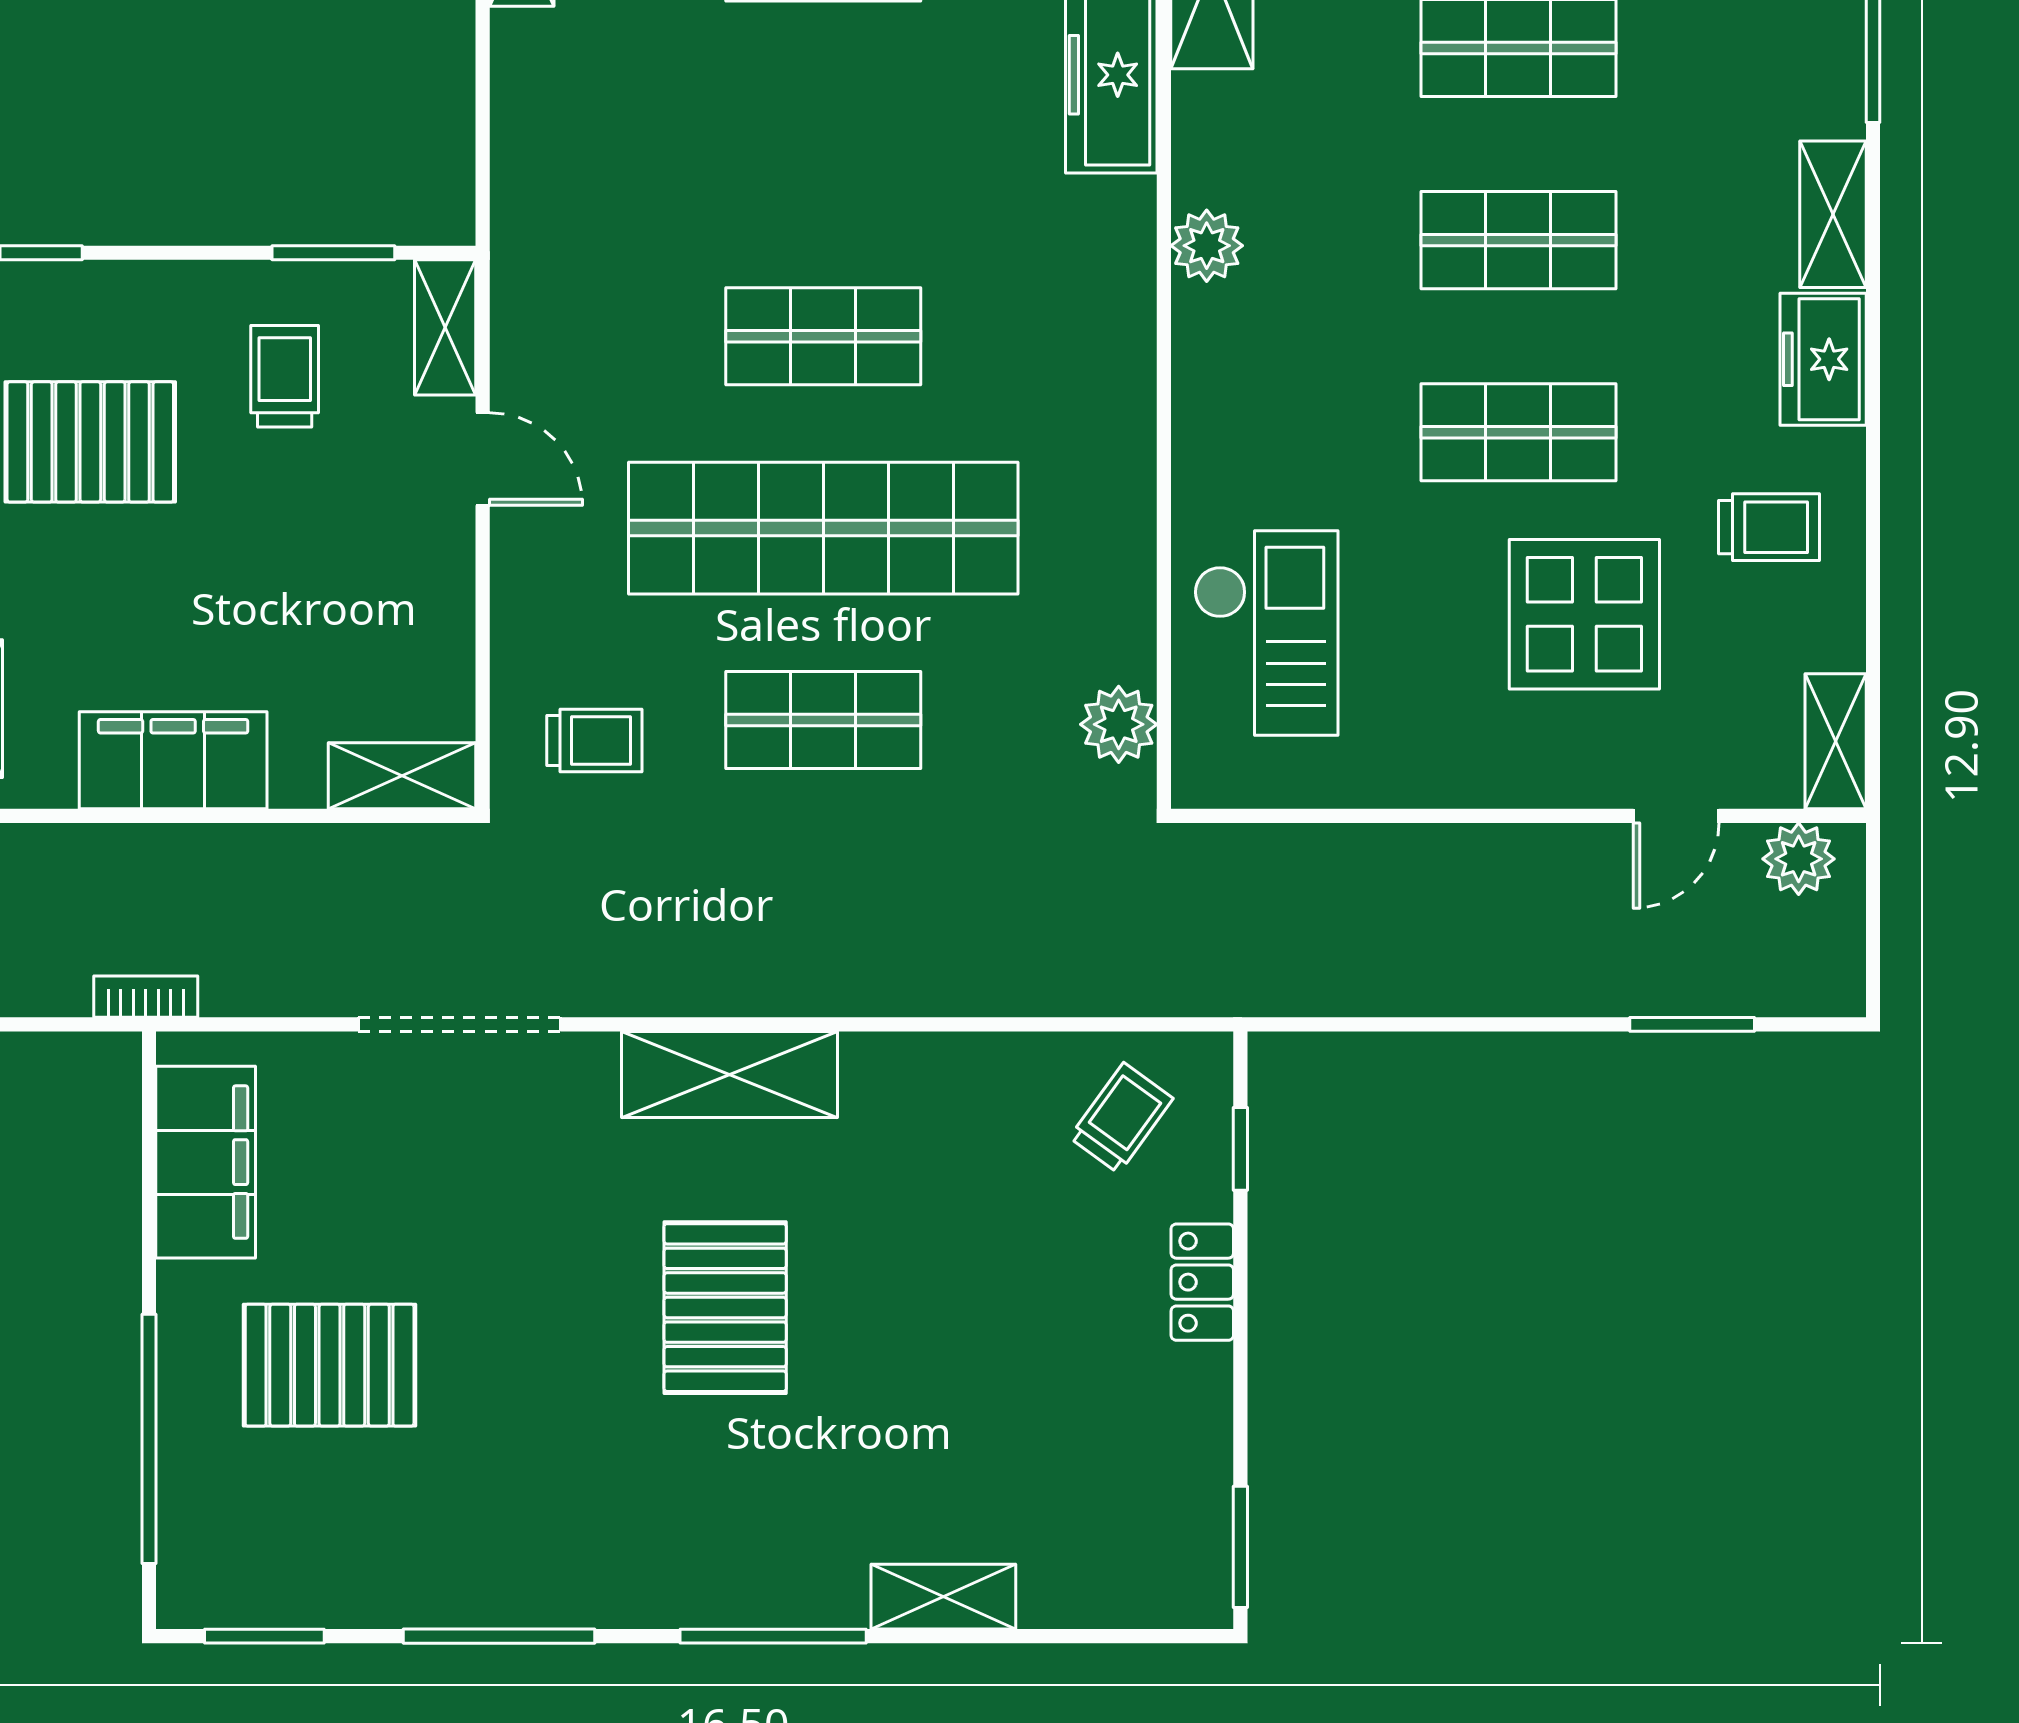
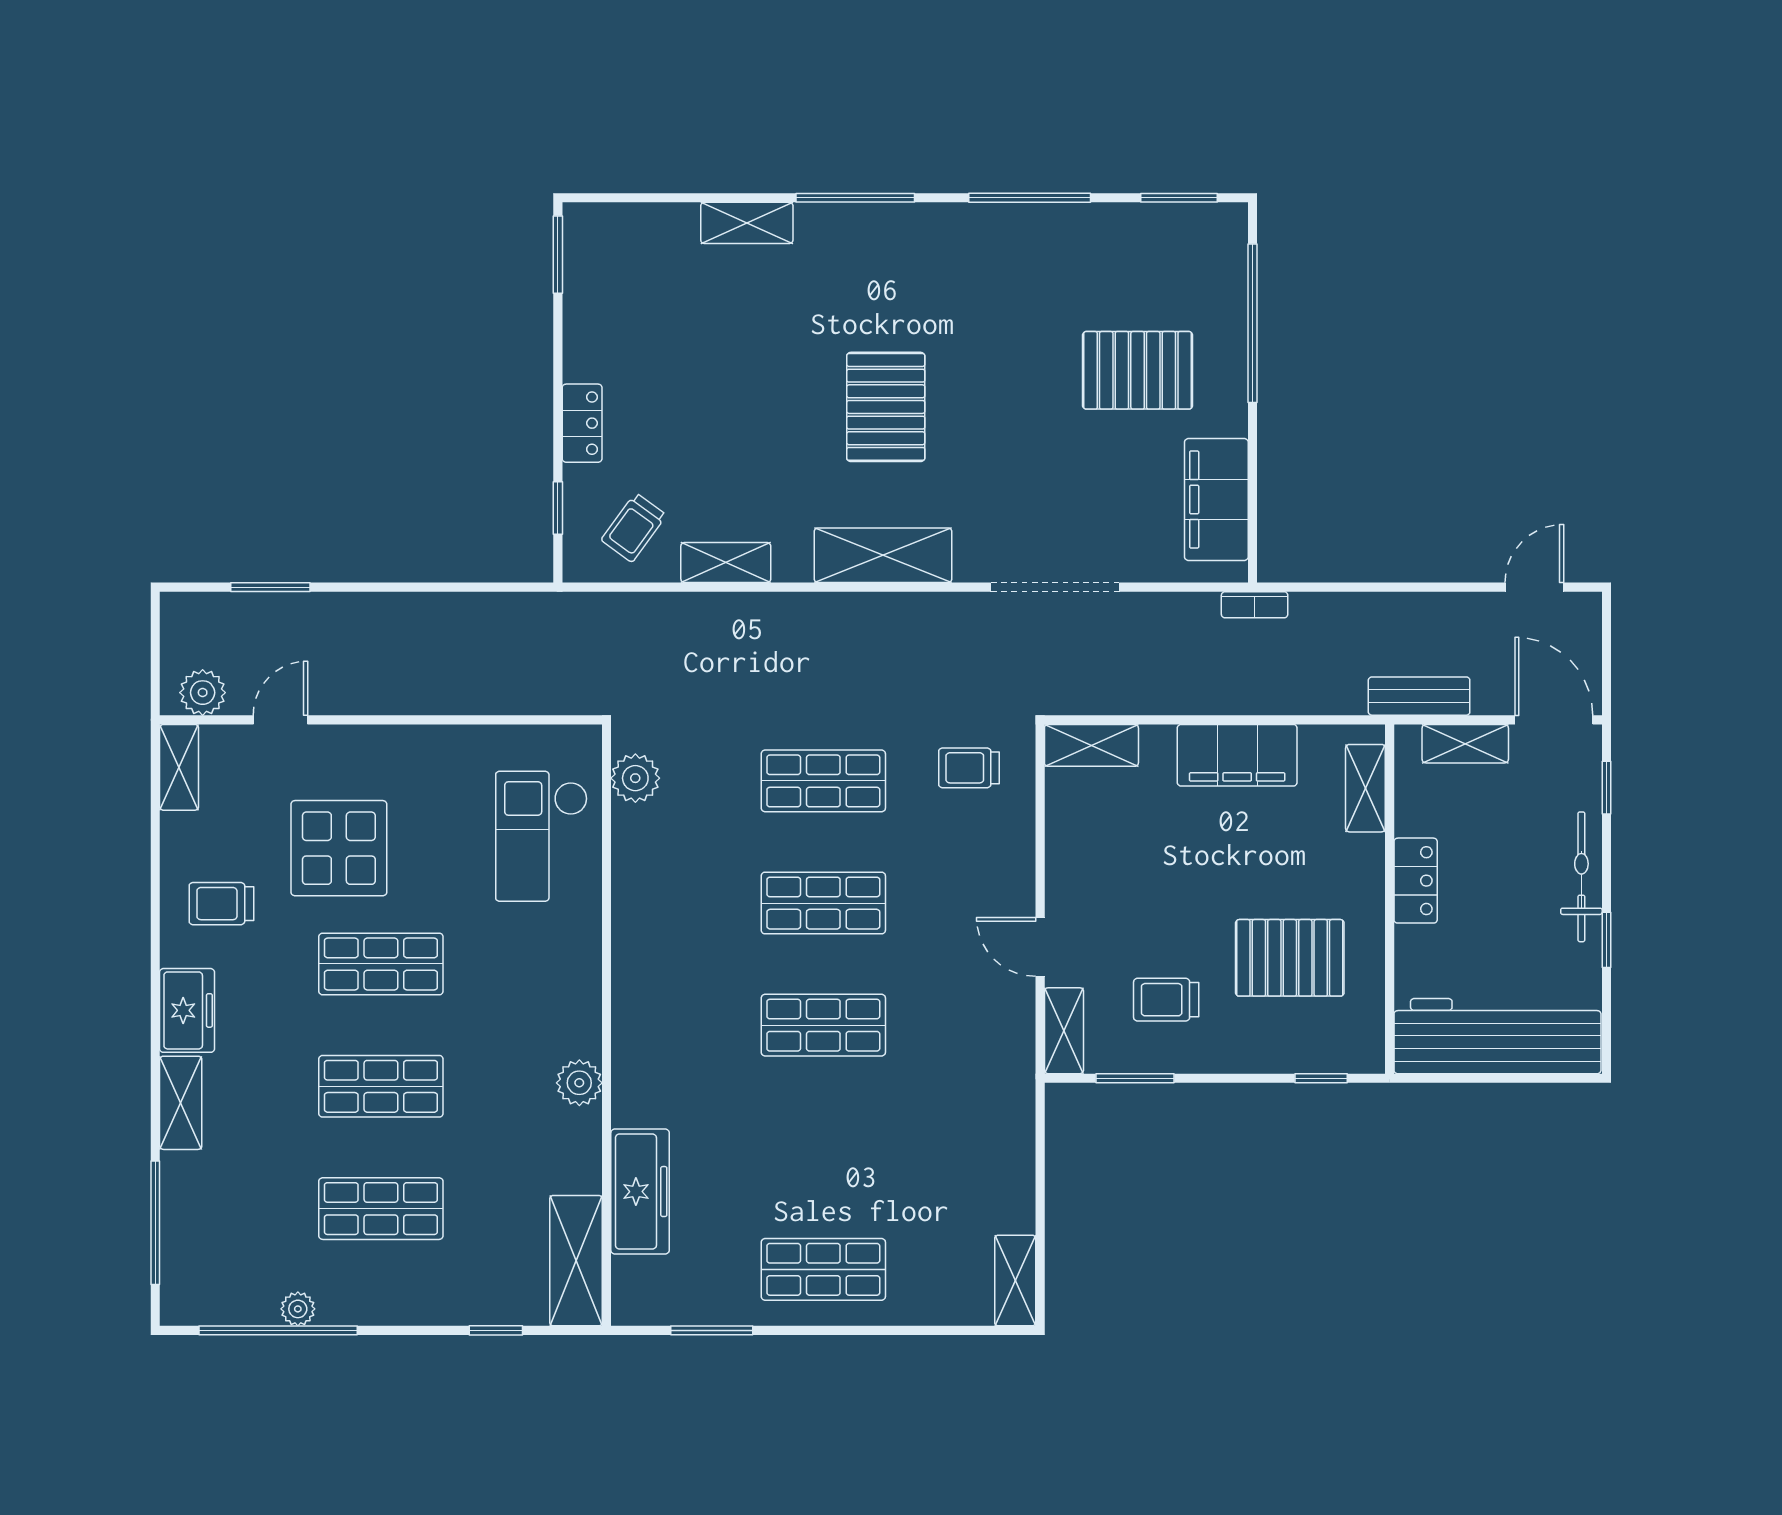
trolley: (285, 376) -> (1166, 1000), turned 90
shop shelf: (823, 528) -> (823, 903), width x0.50, depth x0.74
shelving: (977, 1063) -> (726, 563), added

